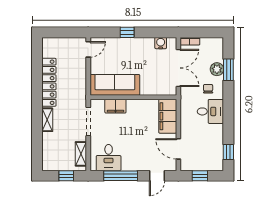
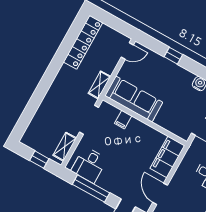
locker: (49, 82) -> (83, 42), moved
filing cabinet: (115, 106) -> (123, 120), width x0.50
shelving: (47, 120) -> (99, 85), moved

